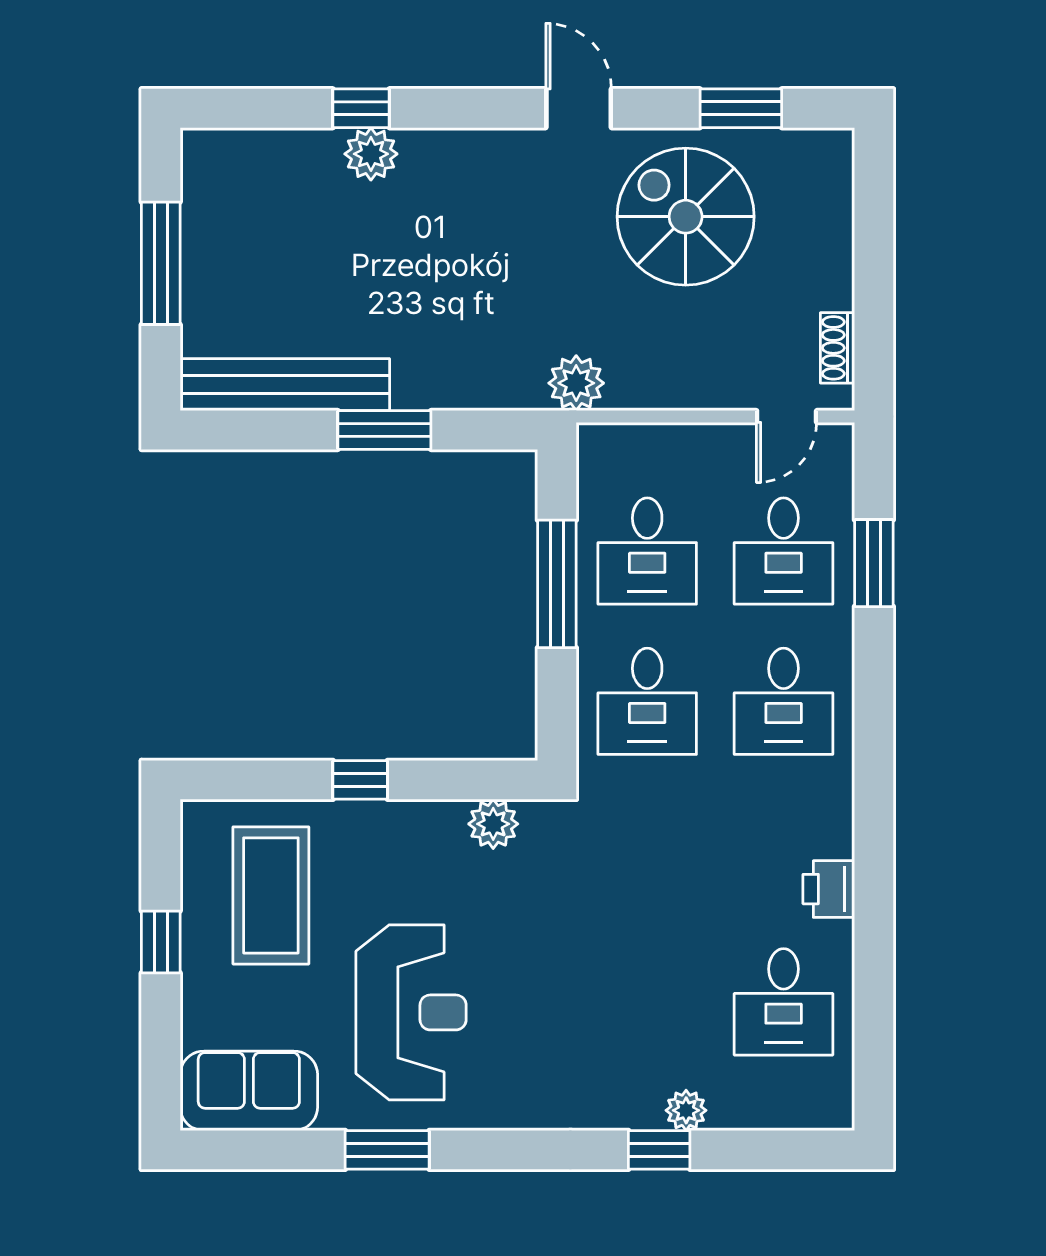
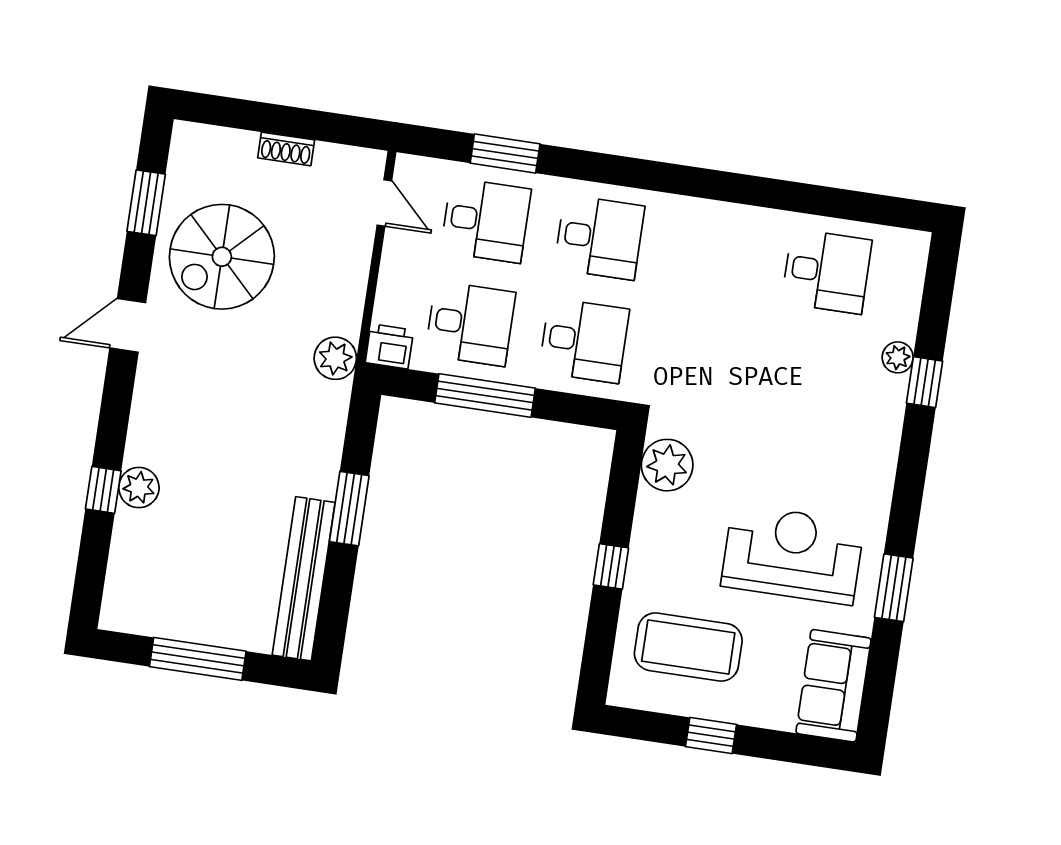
shoe rack: (837, 348) -> (286, 149), moved
plant: (493, 824) -> (667, 465), width x1.36, depth x1.36
printer: (829, 889) -> (389, 346), moved, turned 180

